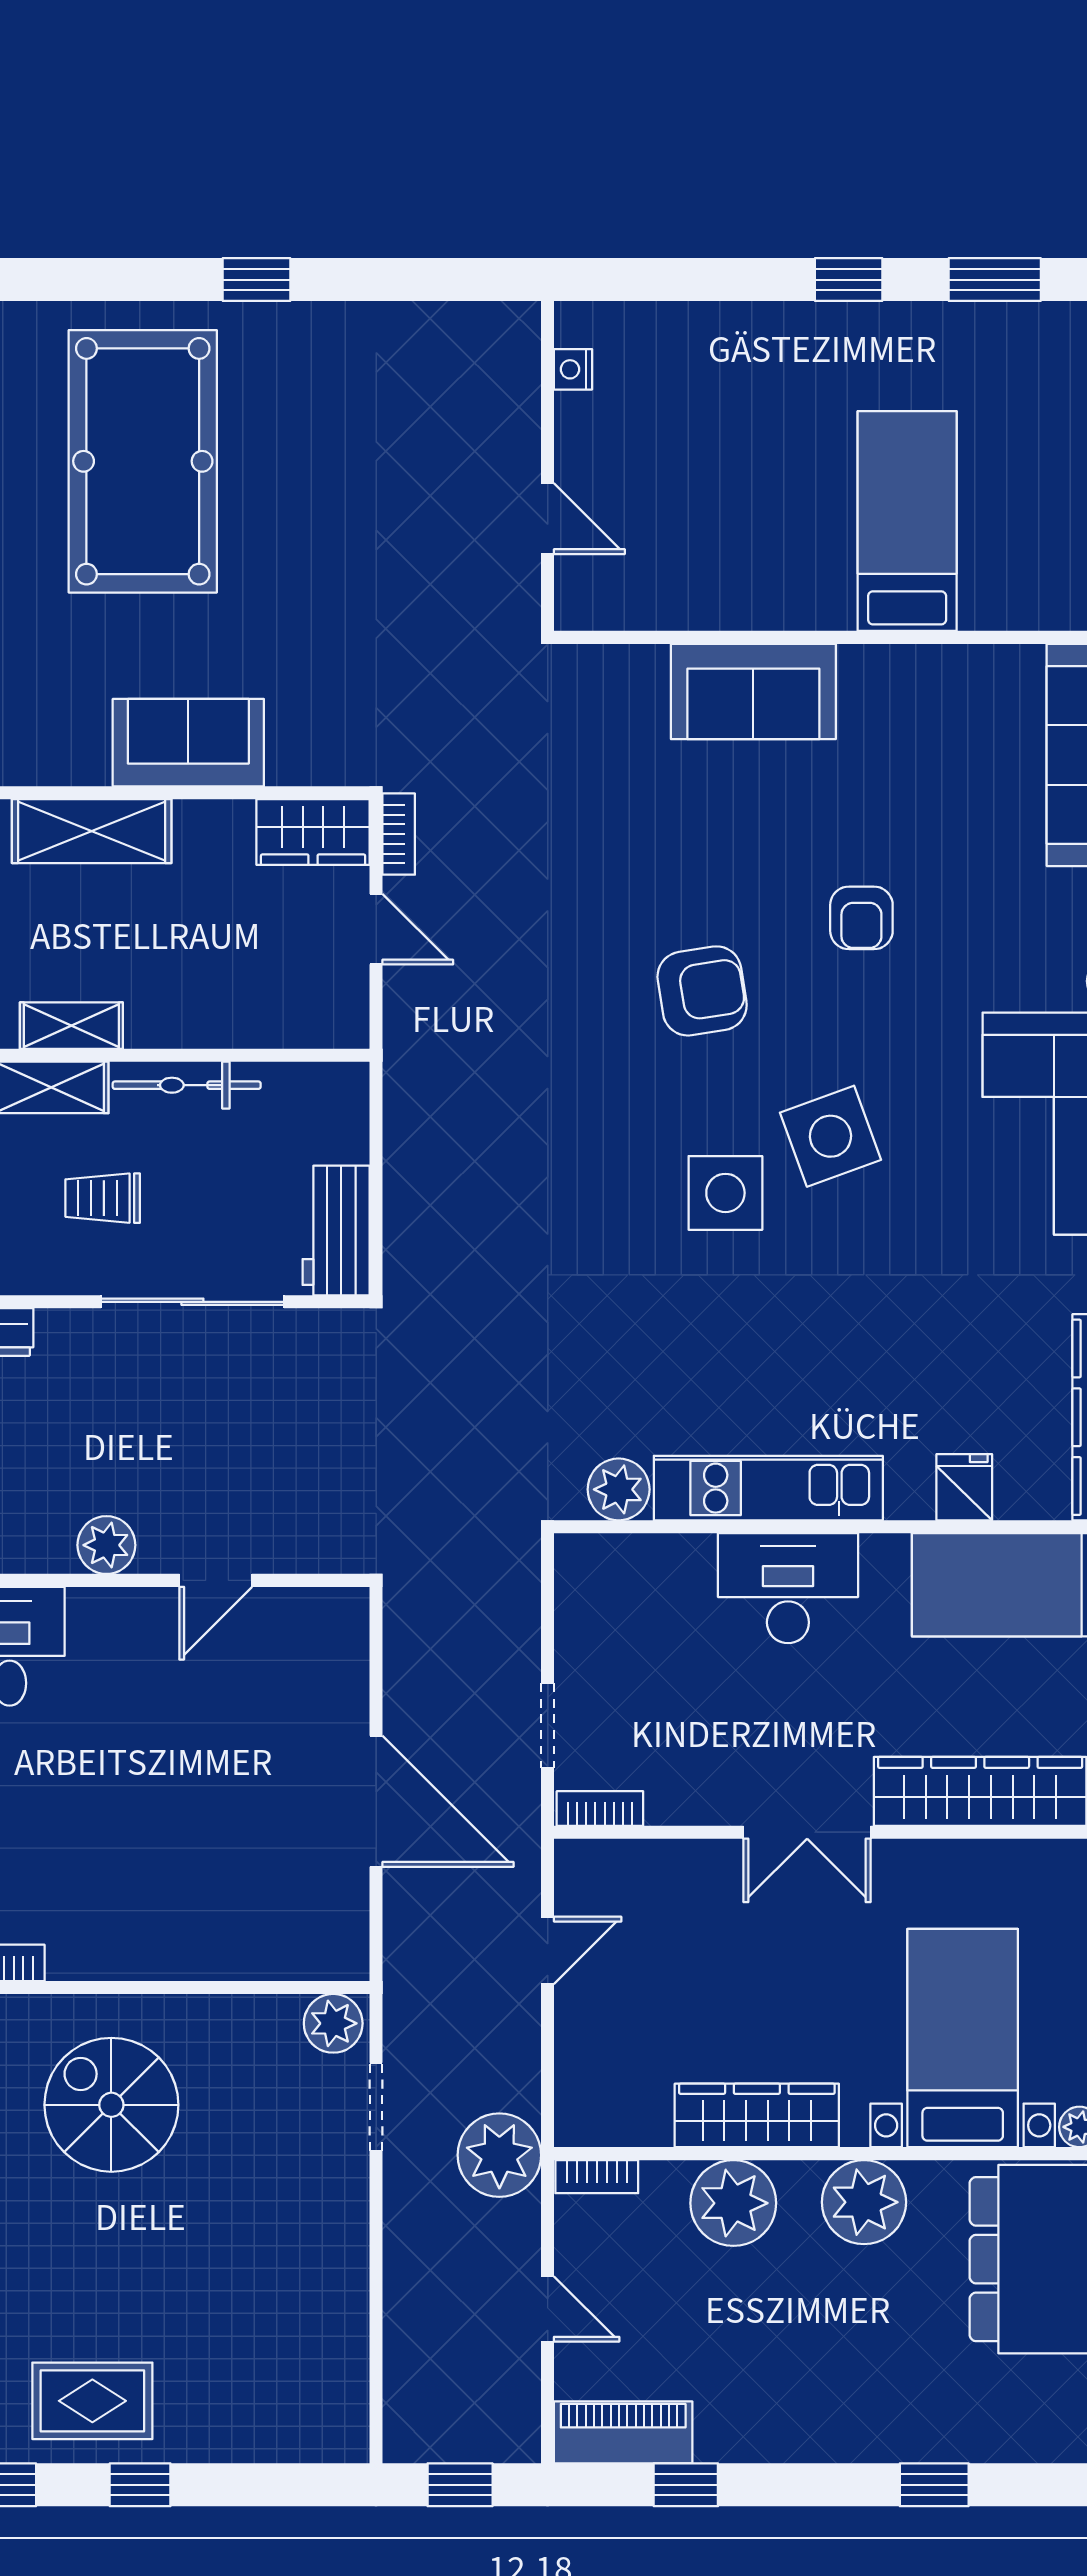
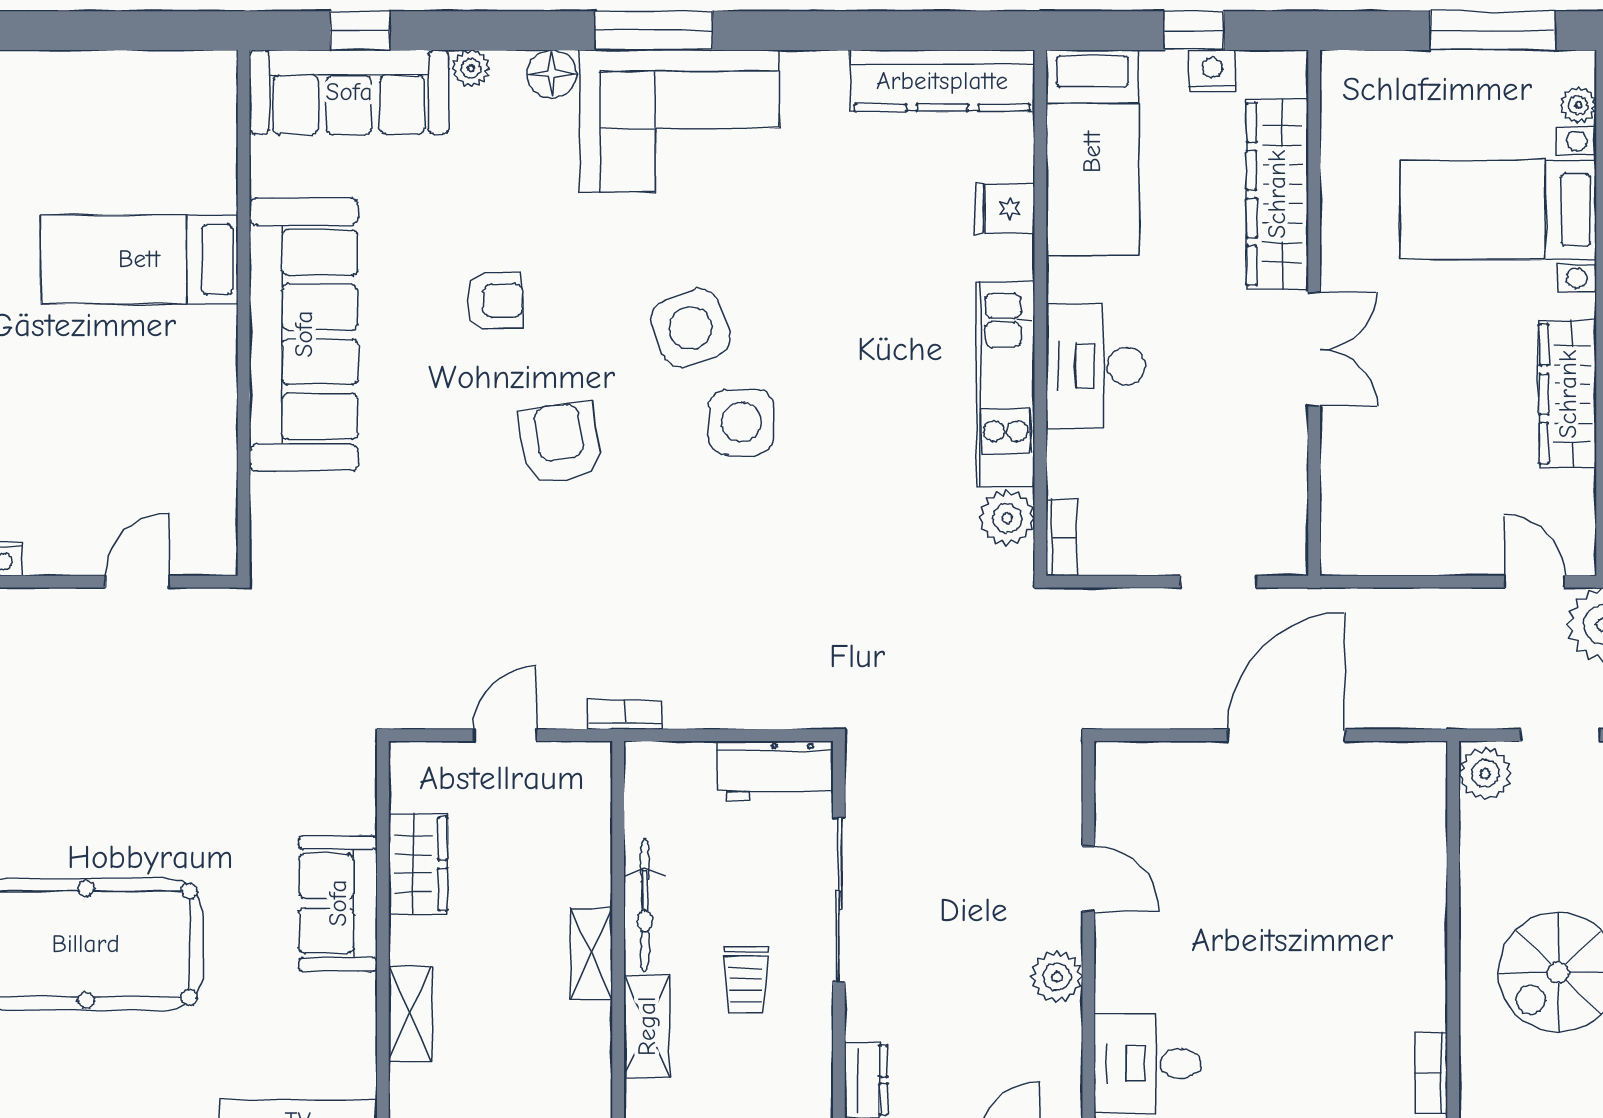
sofa: (753, 691) -> (304, 334), width x1.85, depth x1.27
shelving: (92, 831) -> (410, 1014), width x0.67, depth x0.75
wardrobe: (313, 832) -> (418, 864), moved
bookcase: (399, 834) -> (625, 715), moved
shelving: (71, 1026) -> (591, 954), moved
bookcase: (600, 1808) -> (1062, 537), moved, turned 180
door: (548, 1950) -> (1535, 582), moved

